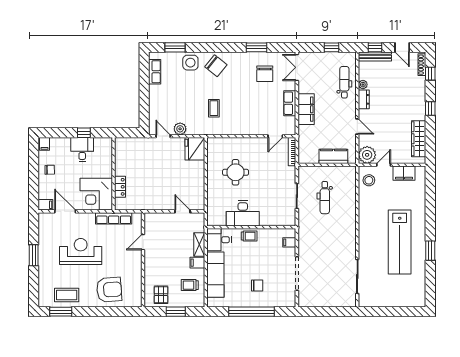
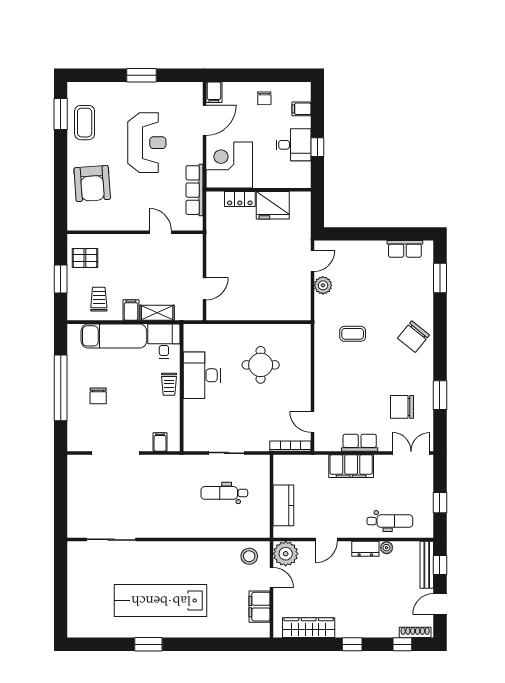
side table: (190, 63) -> (418, 300), removed
filing cabinet: (44, 144) -> (301, 109), moved
fridge: (195, 149) -> (273, 205), moved, turned 180

